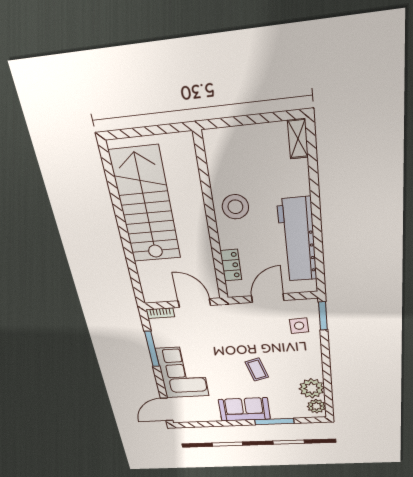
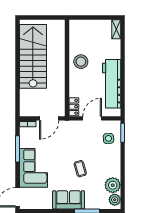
locker: (231, 265) -> (74, 107), moved
door: (194, 303) -> (49, 118), swing flipped

